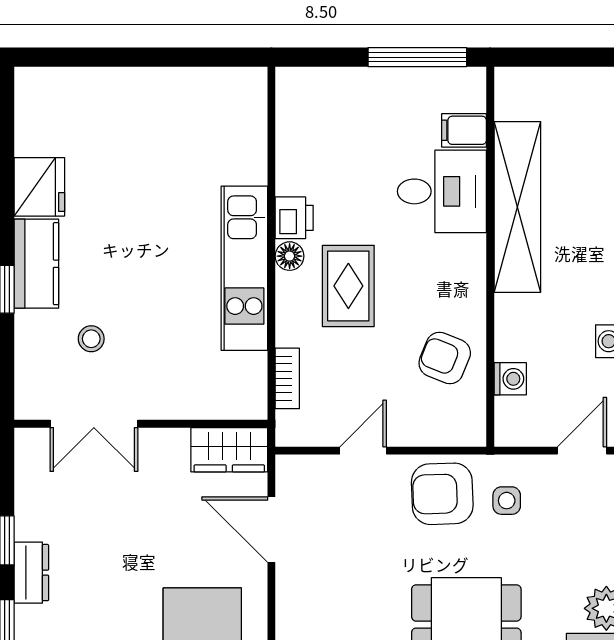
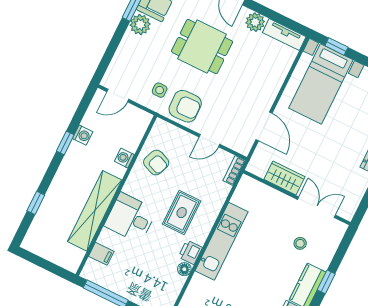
desk: (442, 191) -> (130, 218), moved
floor lamp: (290, 256) -> (184, 269), moved
bookcase: (287, 378) -> (234, 170), moved
washing machine: (510, 379) -> (124, 158), moved
wardrobe: (229, 450) -> (284, 178), moved

